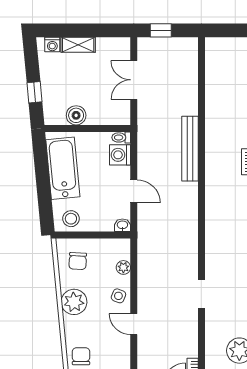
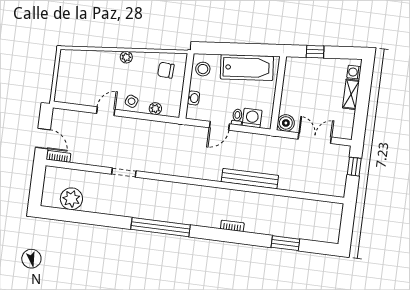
boiler: (76, 115) -> (286, 123), moved
toilet: (121, 137) -> (237, 117), moved
washbasin: (122, 225) -> (193, 98), moved
plant: (74, 302) -> (126, 57), width x0.53, depth x0.53
chair: (81, 356) -> (84, 63), removed

